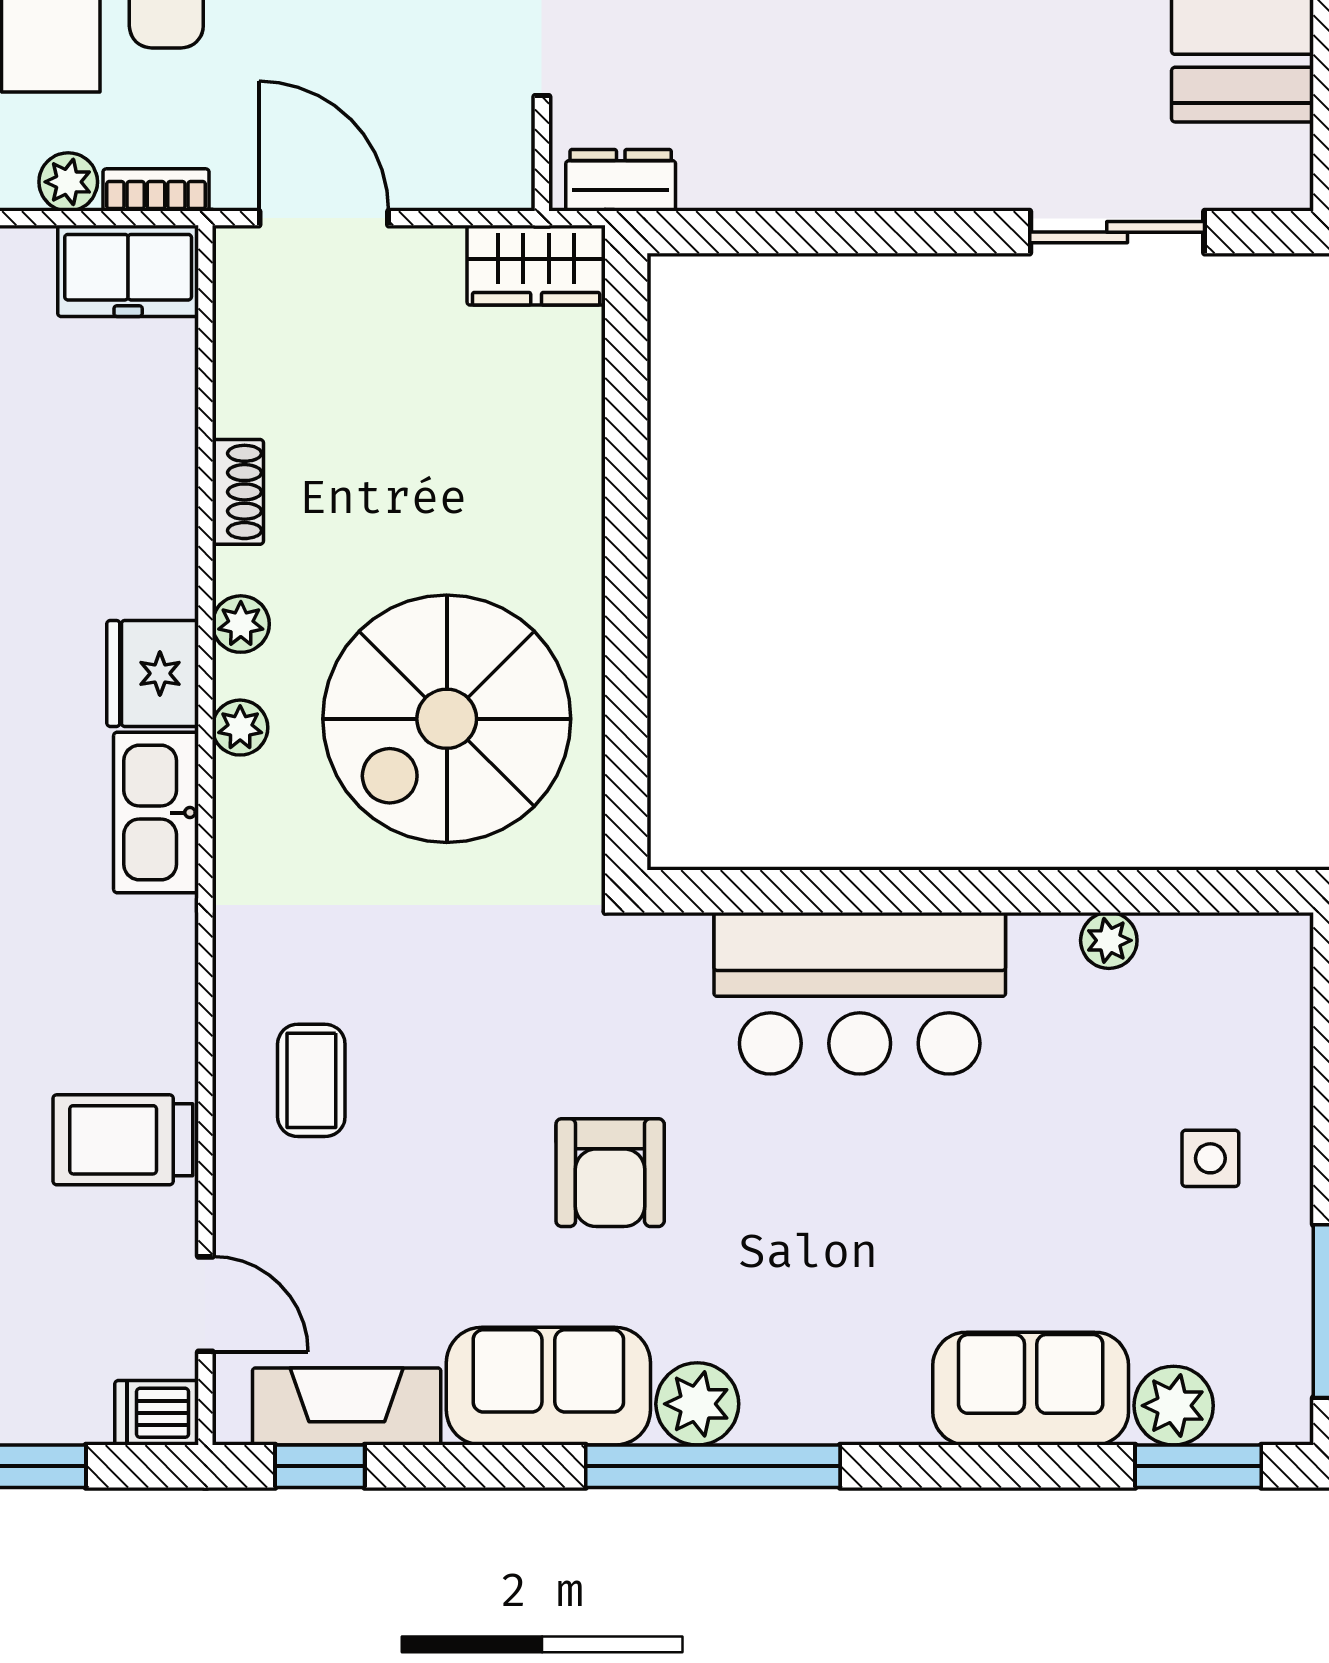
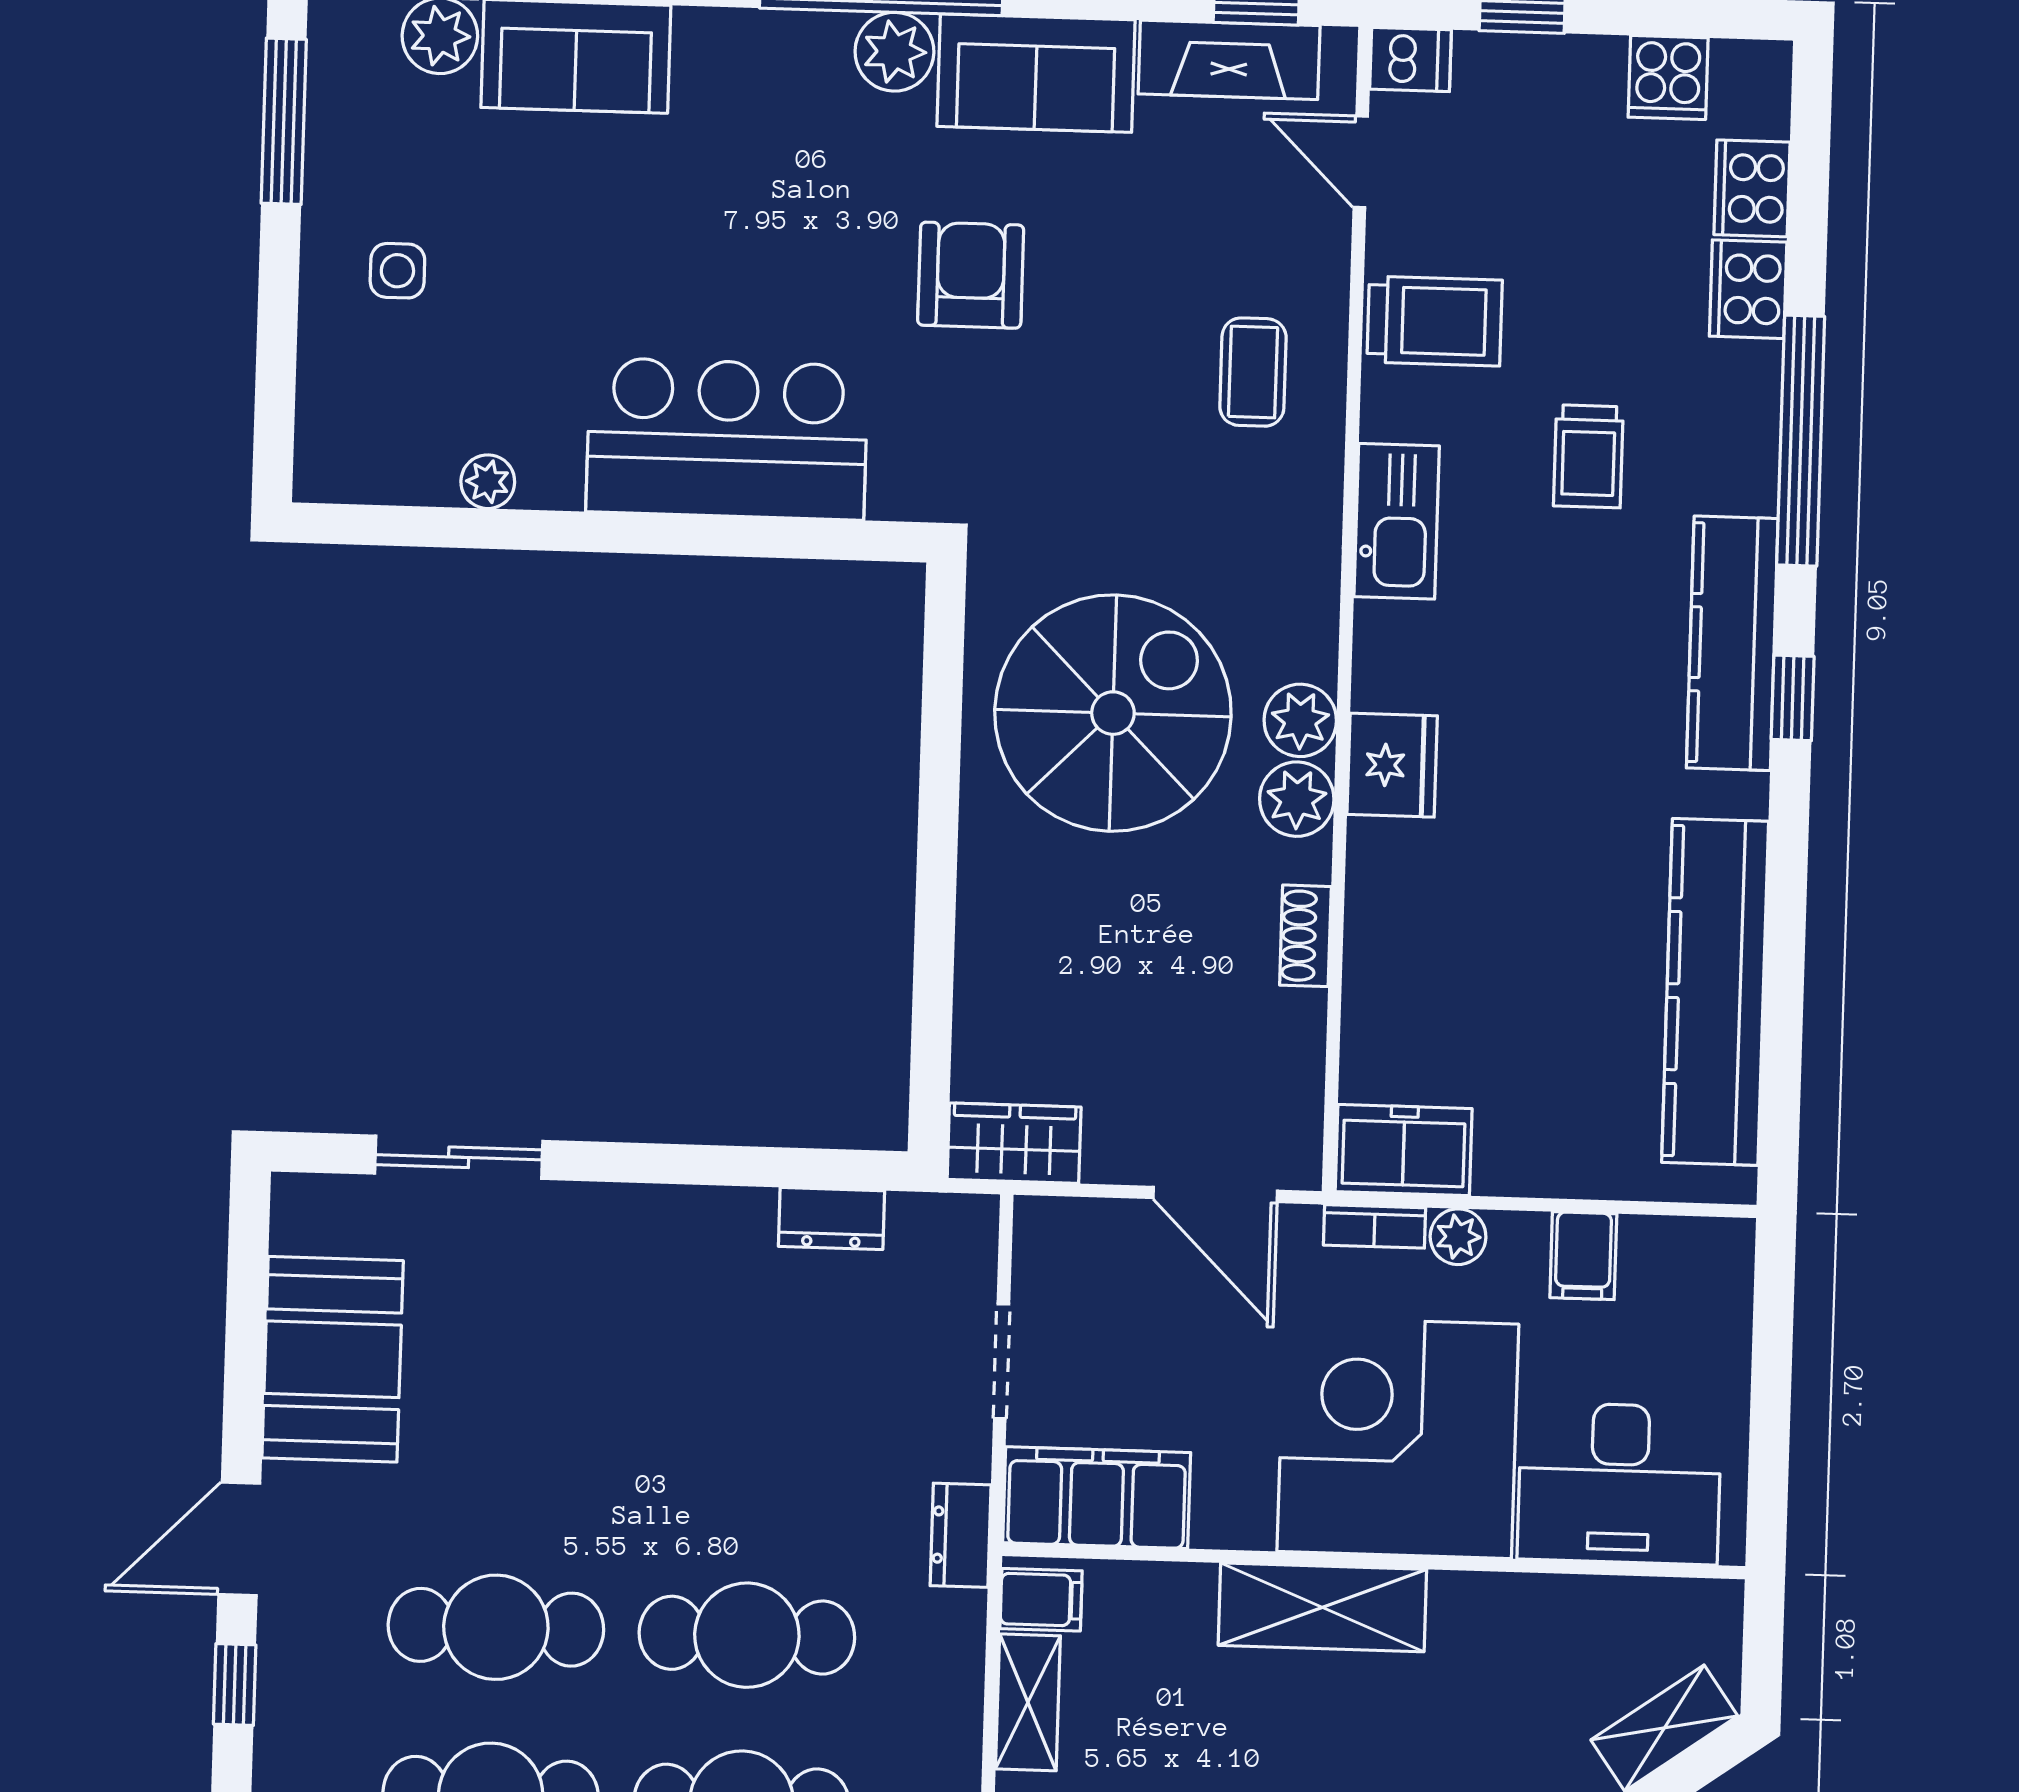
dresser: (621, 180) -> (831, 1219), moved
plant: (241, 624) -> (1297, 799), width x1.38, depth x1.38
plant: (240, 728) -> (1300, 720), width x1.38, depth x1.38
kitchen sink: (156, 813) -> (1397, 521), moved

